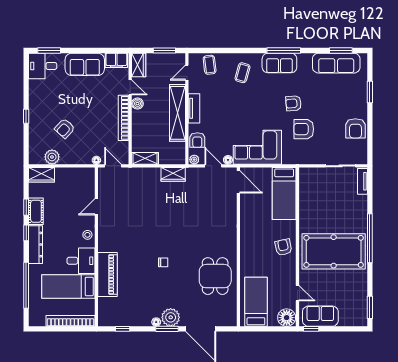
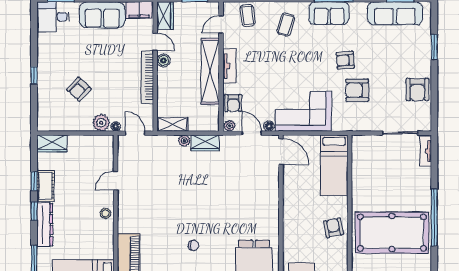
plant: (52, 157) -> (101, 123), moved
plant: (155, 172) -> (184, 141), added
desk: (81, 261) -> (98, 243), removed

